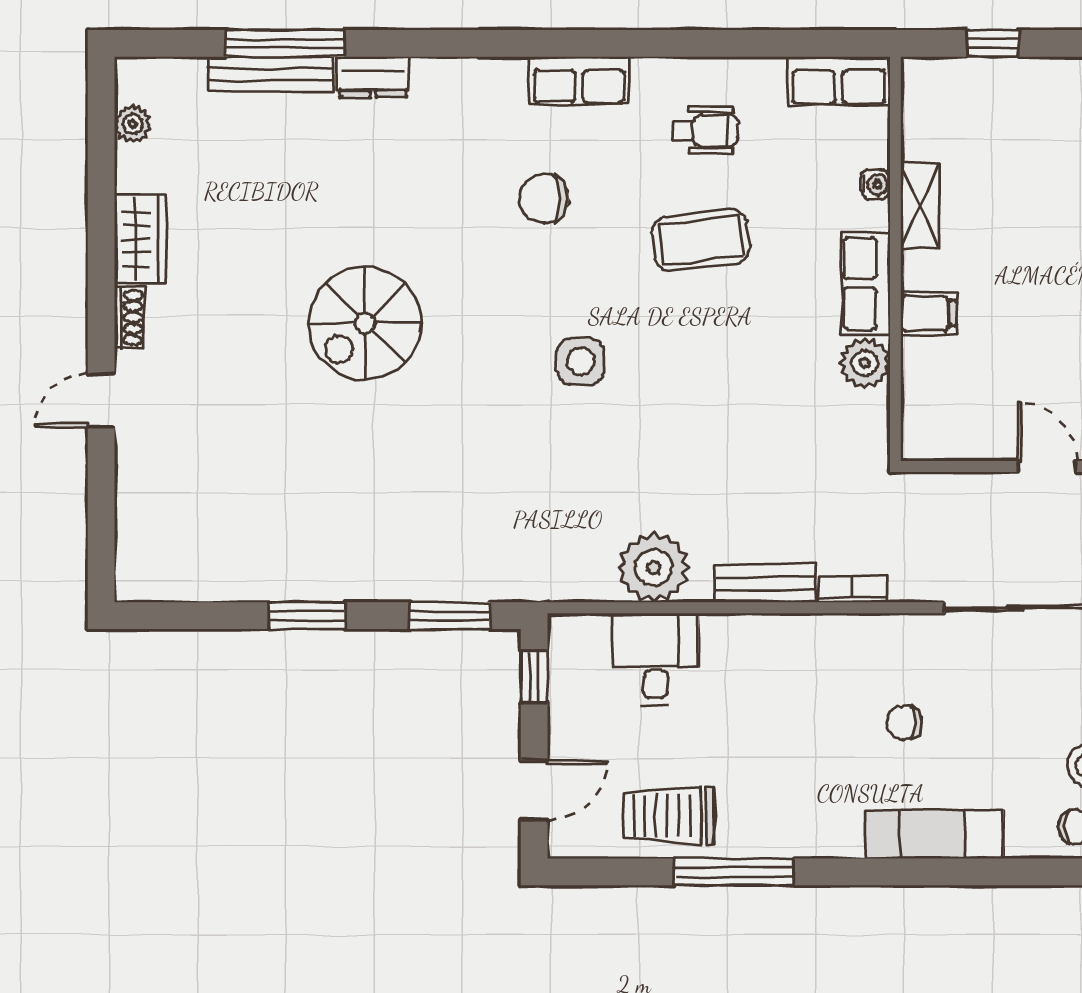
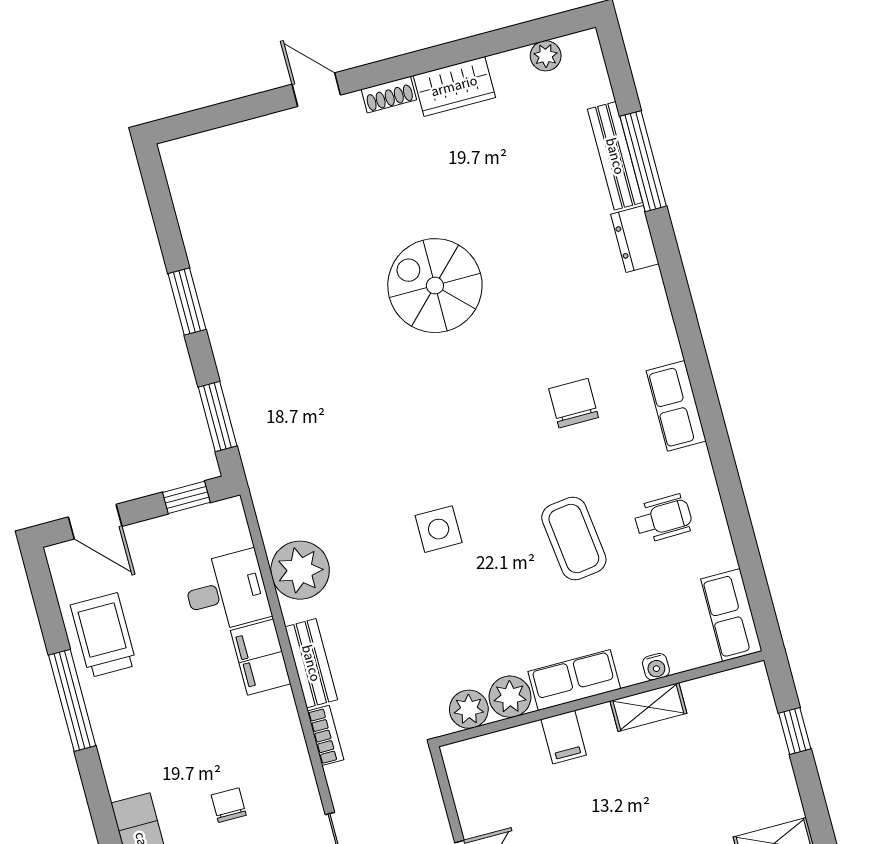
wheelchair: (706, 130) -> (663, 518), turned -91
side table: (581, 361) -> (439, 529), moved
plant: (867, 415) -> (469, 709), added
filing cabinet: (742, 640) -> (261, 657), added

